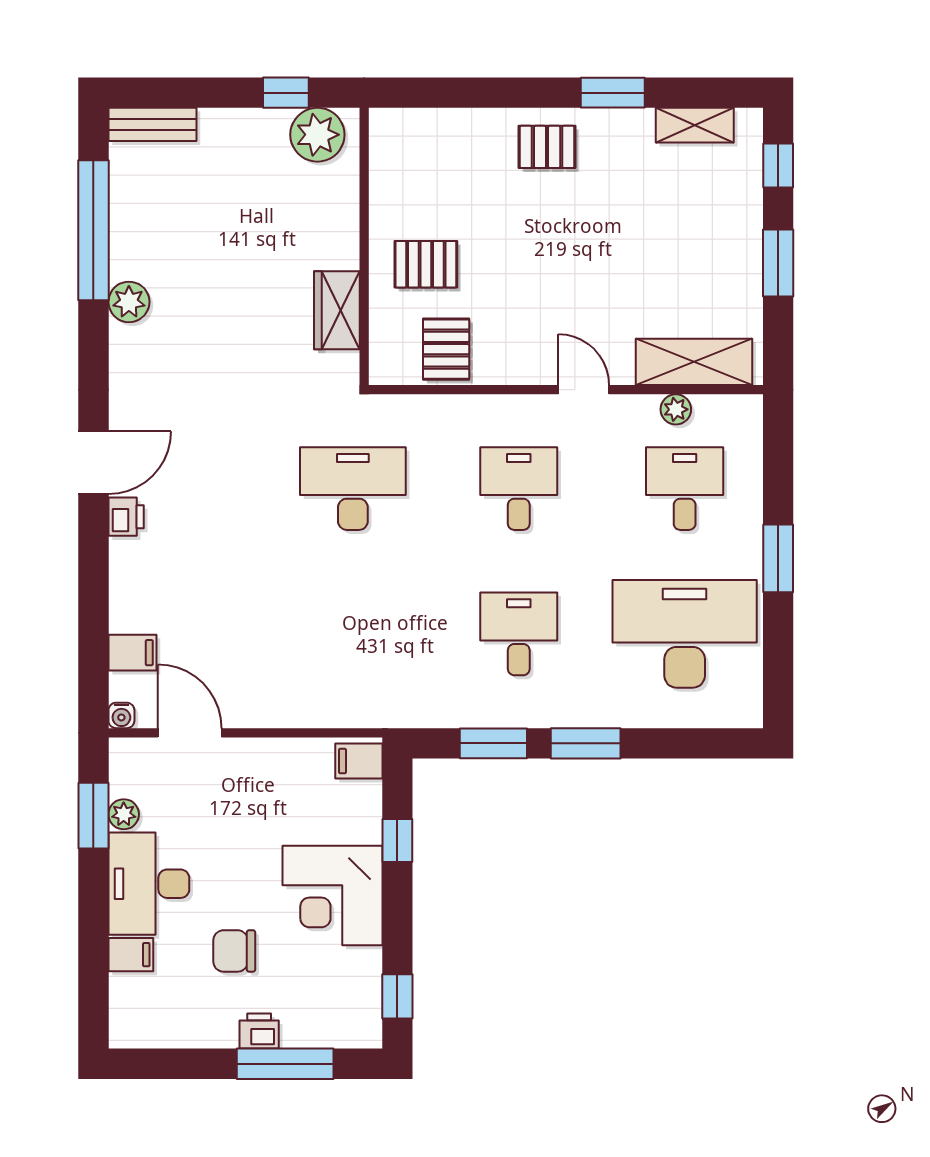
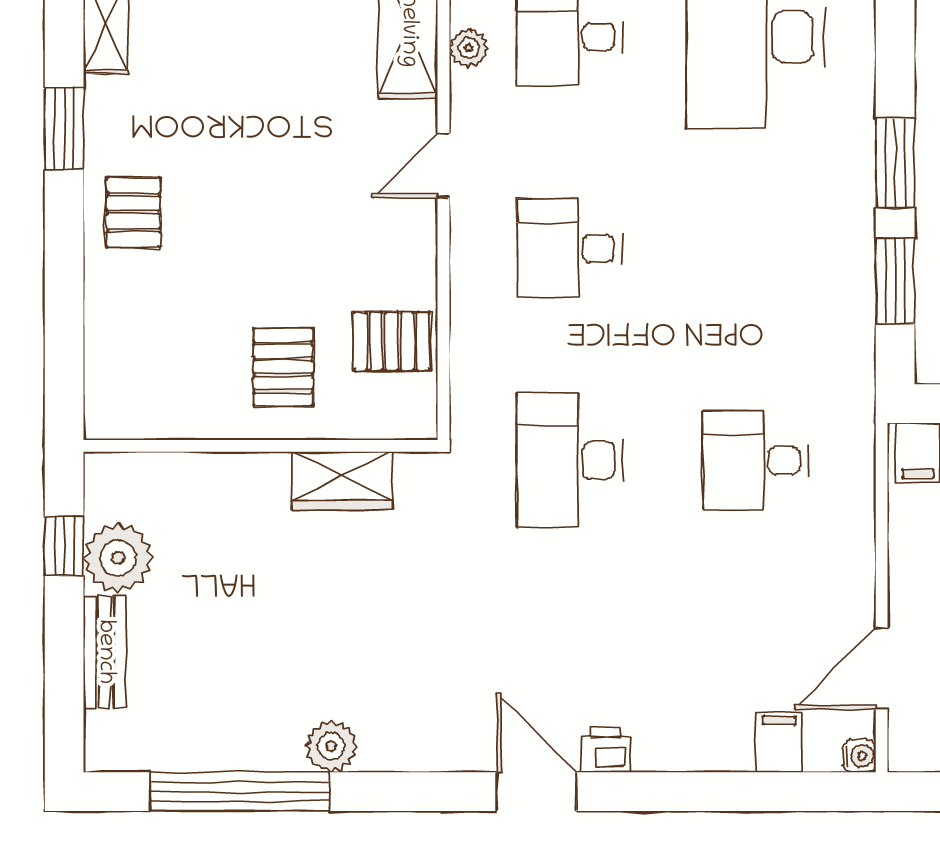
bench: (152, 124) -> (105, 652), moved
plant: (317, 135) -> (118, 558), moved
desk: (519, 634) -> (755, 460), moved

